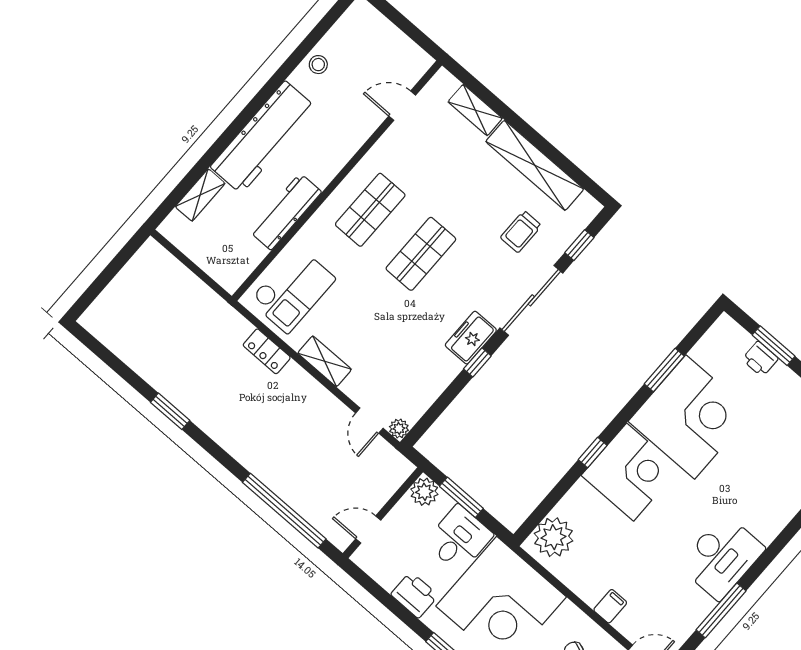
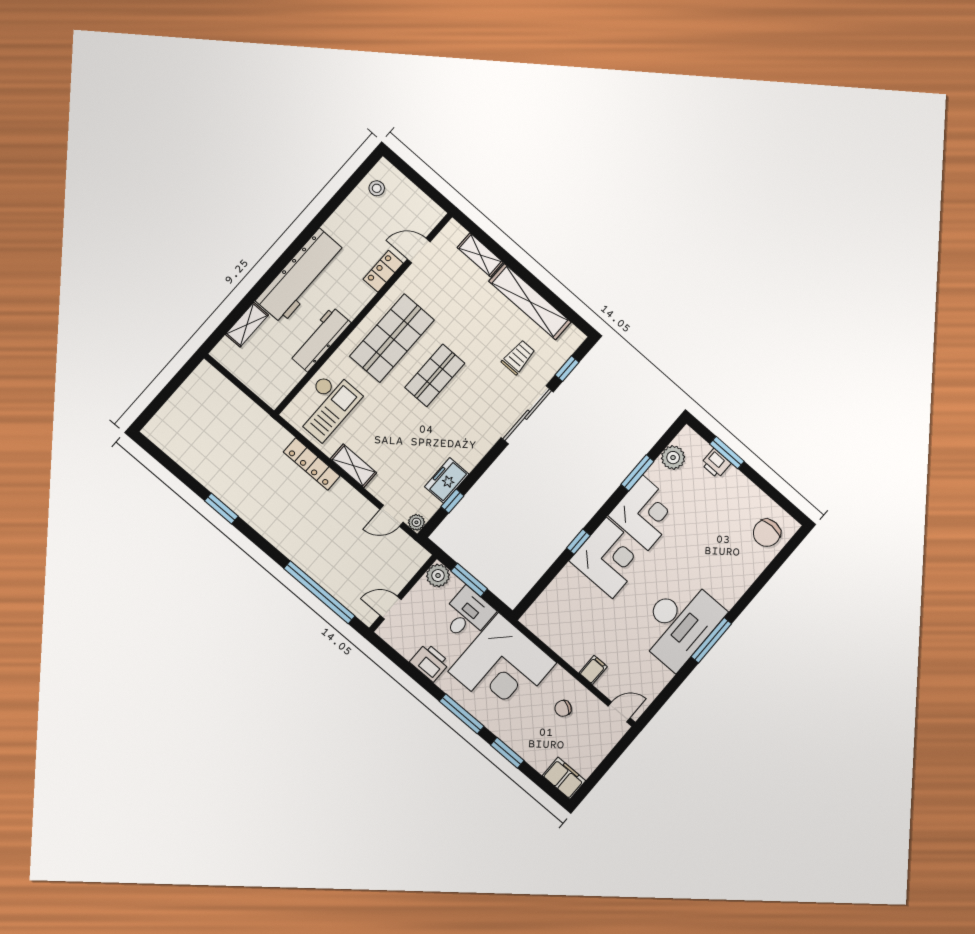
stool: (318, 65) -> (377, 188), moved
locker: (360, 131) -> (383, 271), added
shop shelf: (370, 210) -> (392, 338), width x1.43, depth x1.36
trolley: (521, 232) -> (518, 357), turned 180
freezer: (471, 338) -> (447, 480), moved
locker: (267, 351) -> (312, 464), width x1.53
window: (477, 363) -> (452, 501), moved
corner desk: (690, 417) -> (645, 513), width x0.74, depth x0.74
door: (369, 421) -> (391, 516), hinge flipped
plant: (553, 537) -> (673, 458), moved, width x0.73, depth x0.73
desk: (722, 557) -> (679, 623), width x1.36, depth x1.30
window: (721, 610) -> (711, 640), moved

